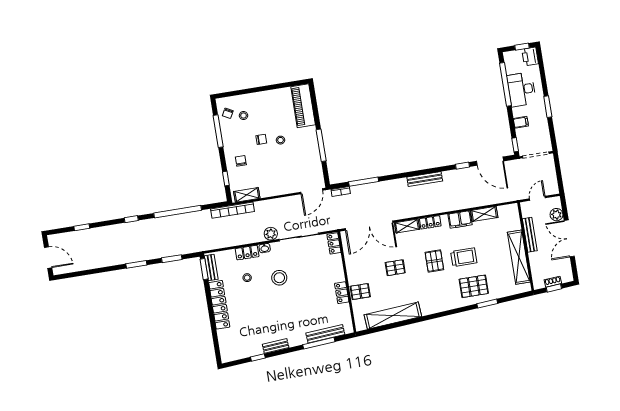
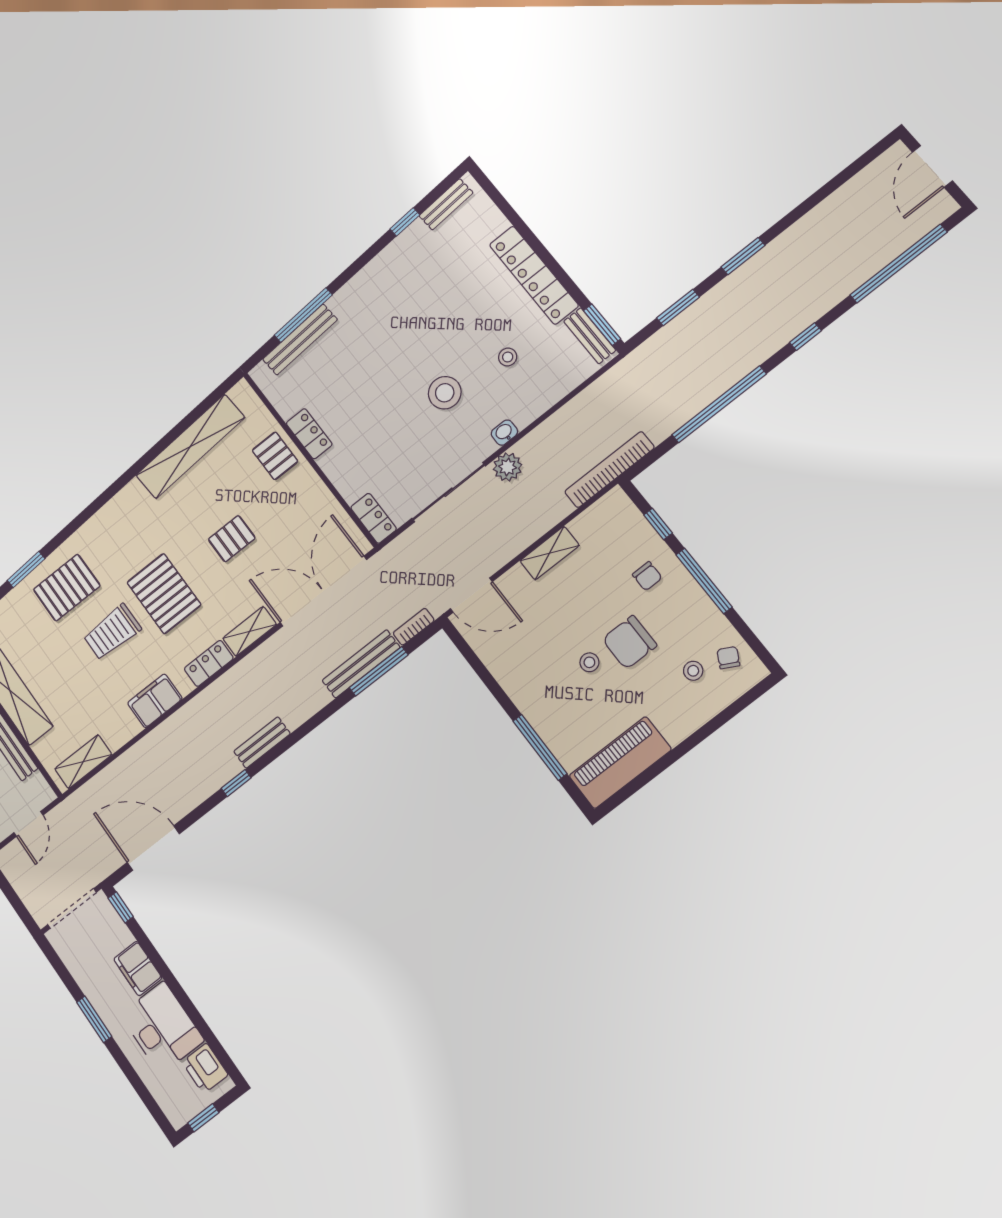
printer: (530, 56) -> (205, 1068), moved, turned 180
window: (505, 84) -> (198, 1021), removed
piano: (303, 106) -> (620, 763), moved, turned -90
filing cabinet: (521, 122) -> (138, 968), width x2.00
window: (218, 131) -> (704, 581), moved
chair: (261, 139) -> (629, 642), width x1.87, depth x1.87
window: (321, 145) -> (540, 747), moved
window: (462, 166) -> (236, 783), moved
bench: (425, 179) -> (262, 742), width x0.73
bench: (369, 188) -> (361, 664), added
door: (312, 191) -> (471, 595), swing flipped
shelving: (247, 195) -> (550, 553), moved
shelving: (484, 214) -> (83, 762), moved
window: (82, 227) -> (898, 264), width x3.17
locker: (247, 253) -> (534, 404), removed
door: (48, 258) -> (932, 166), hinge flipped
pallet: (434, 261) -> (164, 594), width x1.50, depth x1.42
pallet: (360, 292) -> (275, 456), turned 90
bench: (276, 346) -> (446, 204), moved

